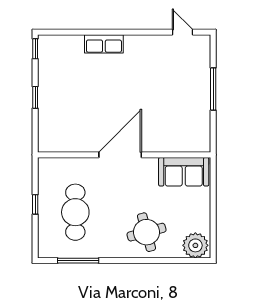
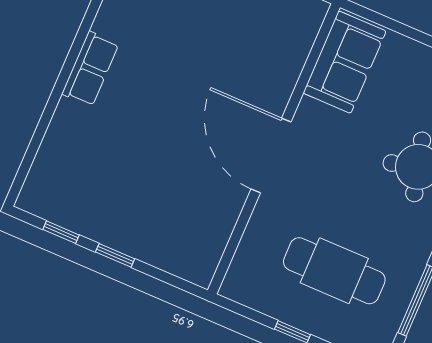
row of seats: (104, 44) -> (90, 69), moved
window: (35, 49) -> (61, 232), moved

